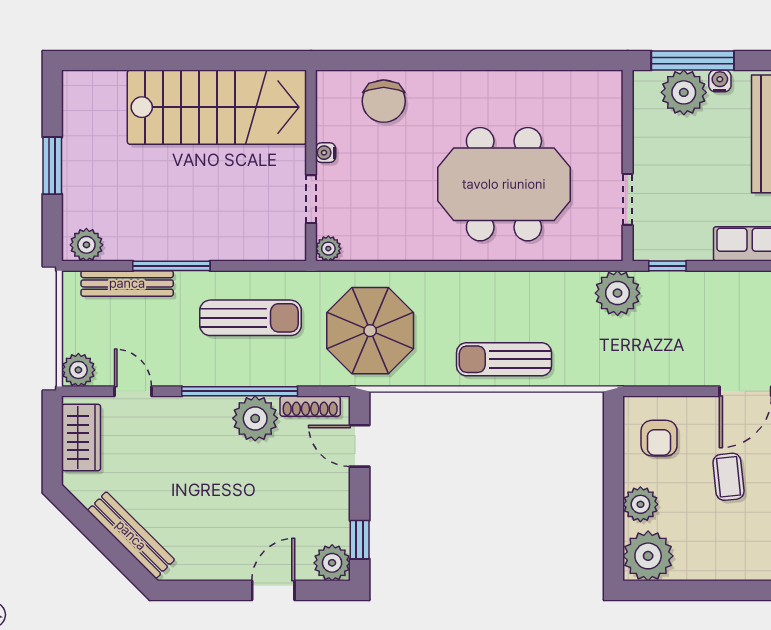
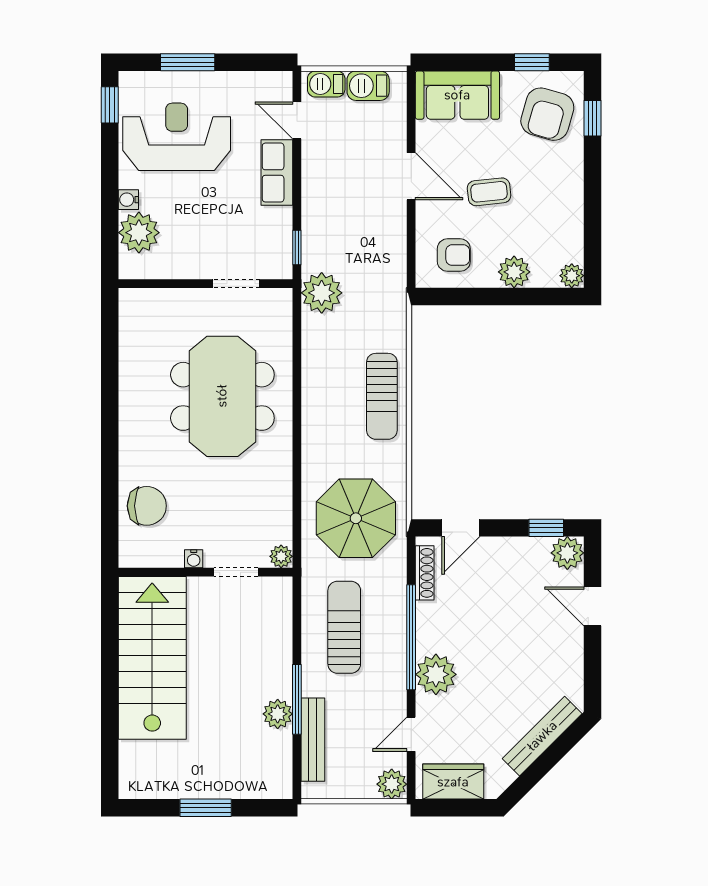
window: (693, 60) -> (110, 224), removed
plant: (86, 245) -> (278, 714), moved
plant: (255, 418) -> (436, 674), moved
plant: (648, 556) -> (572, 276), width x0.53, depth x0.53

